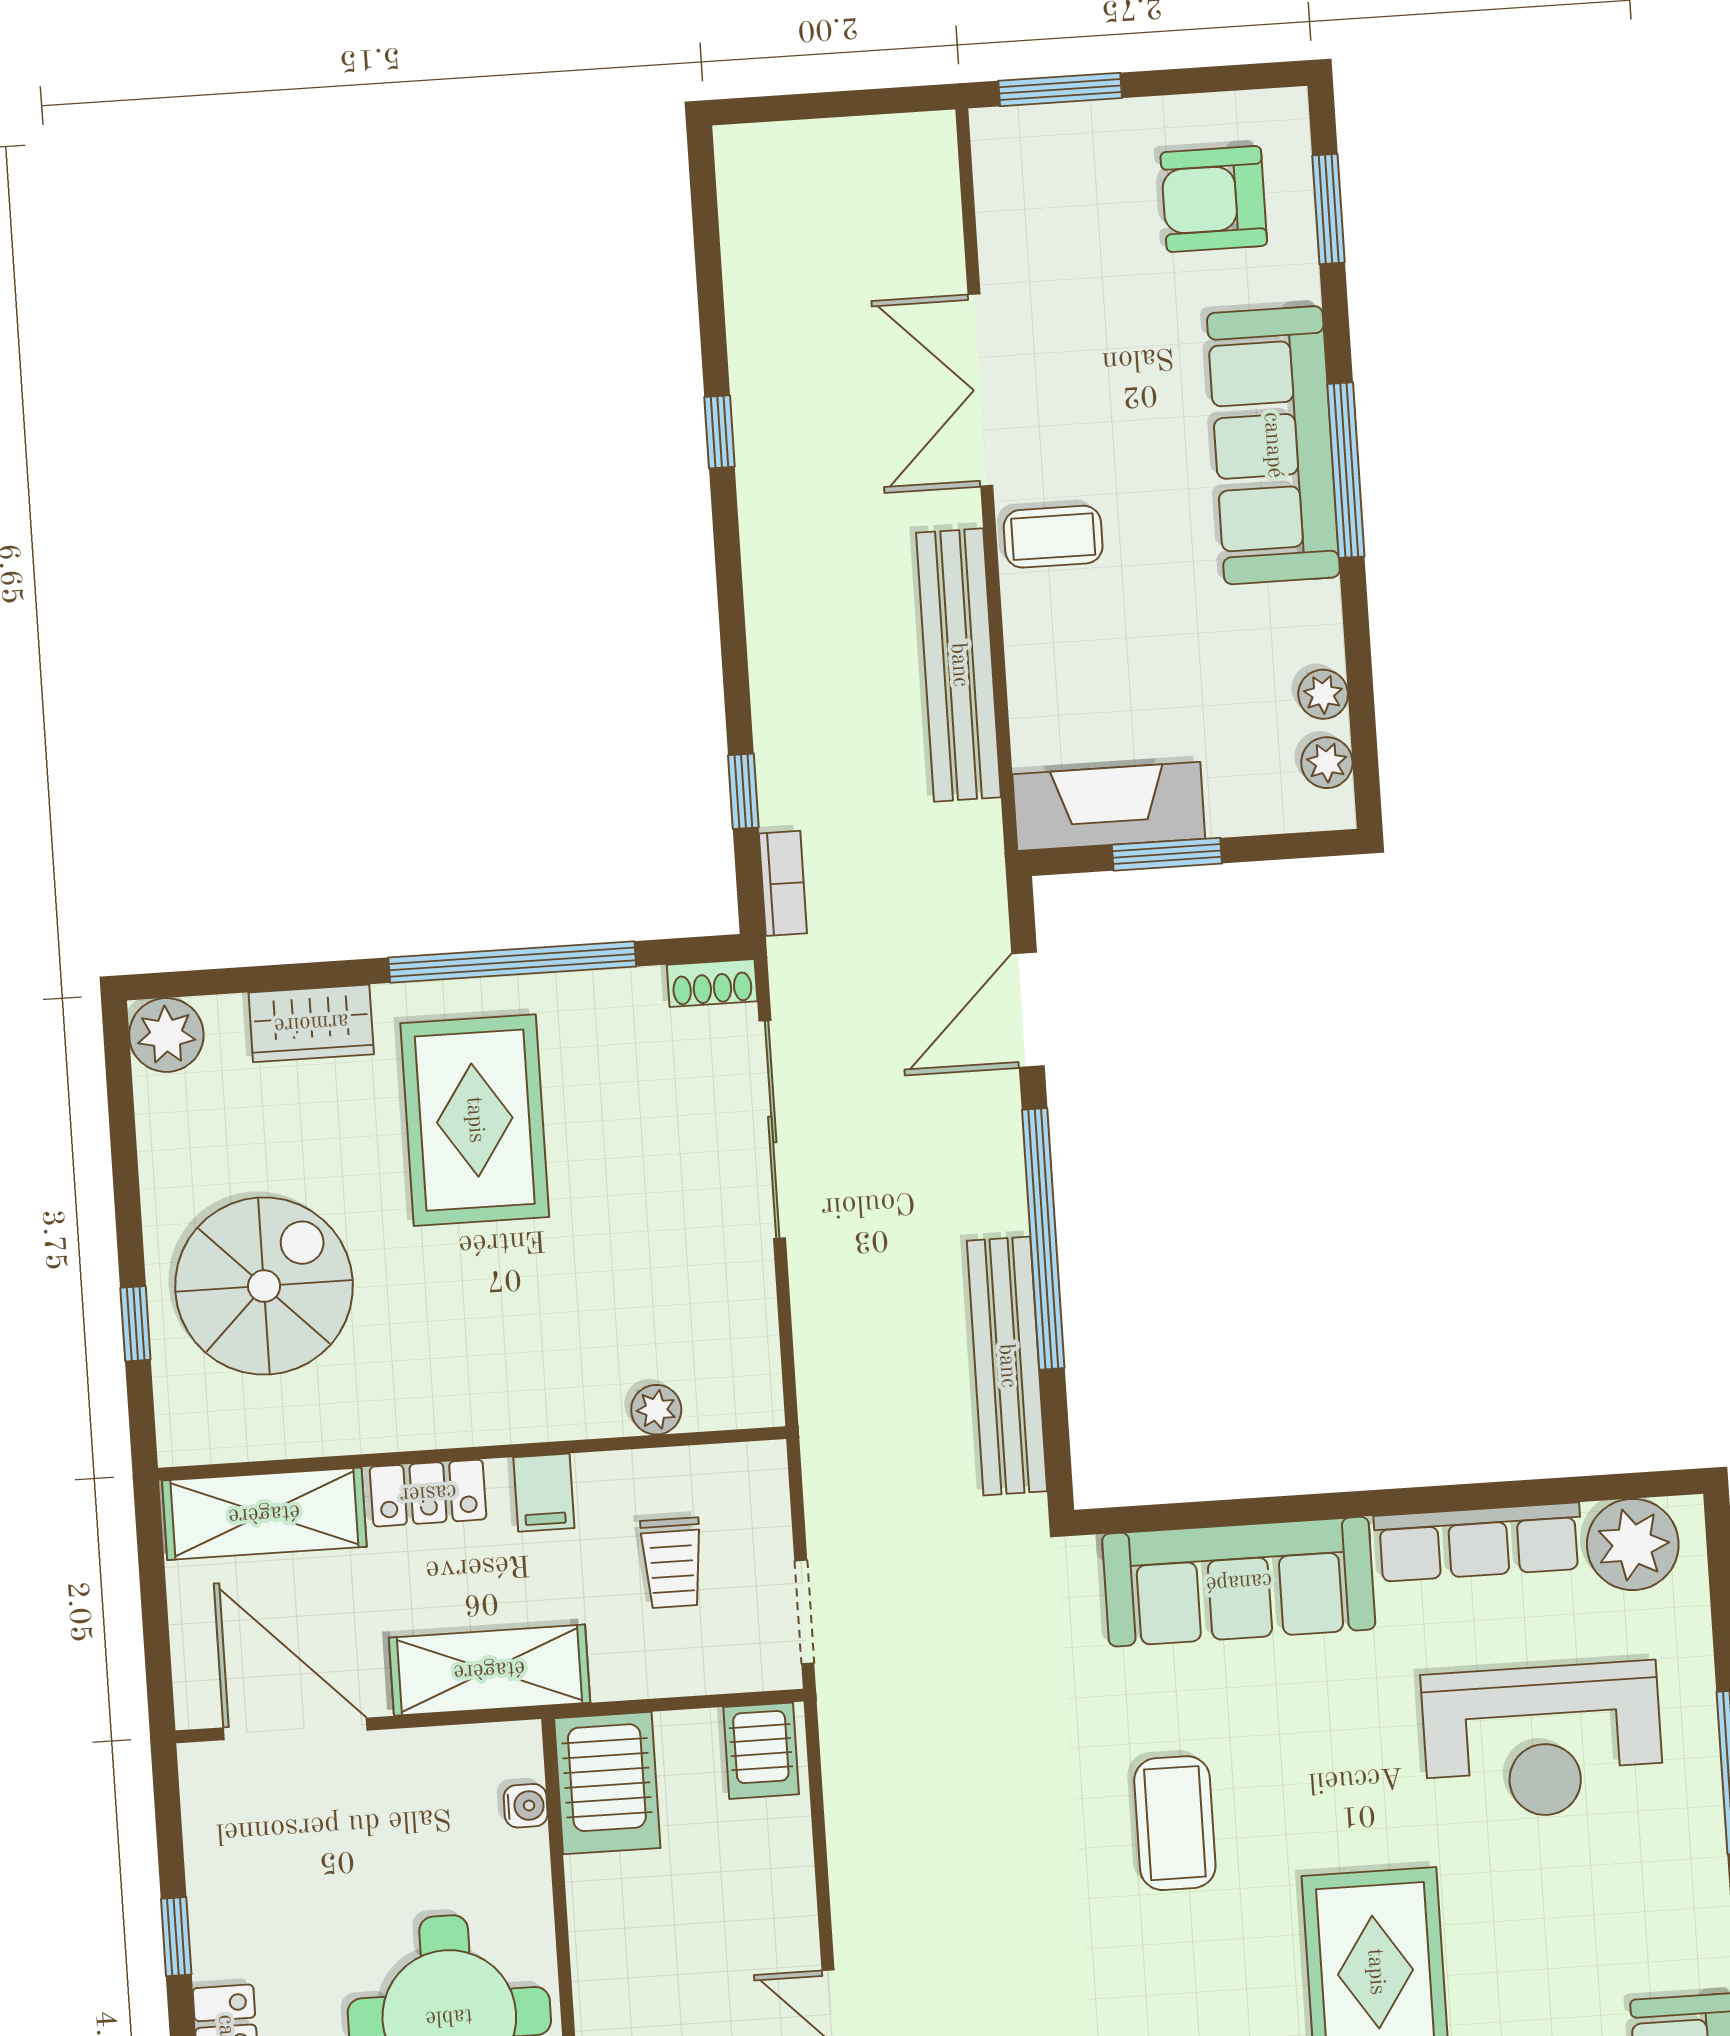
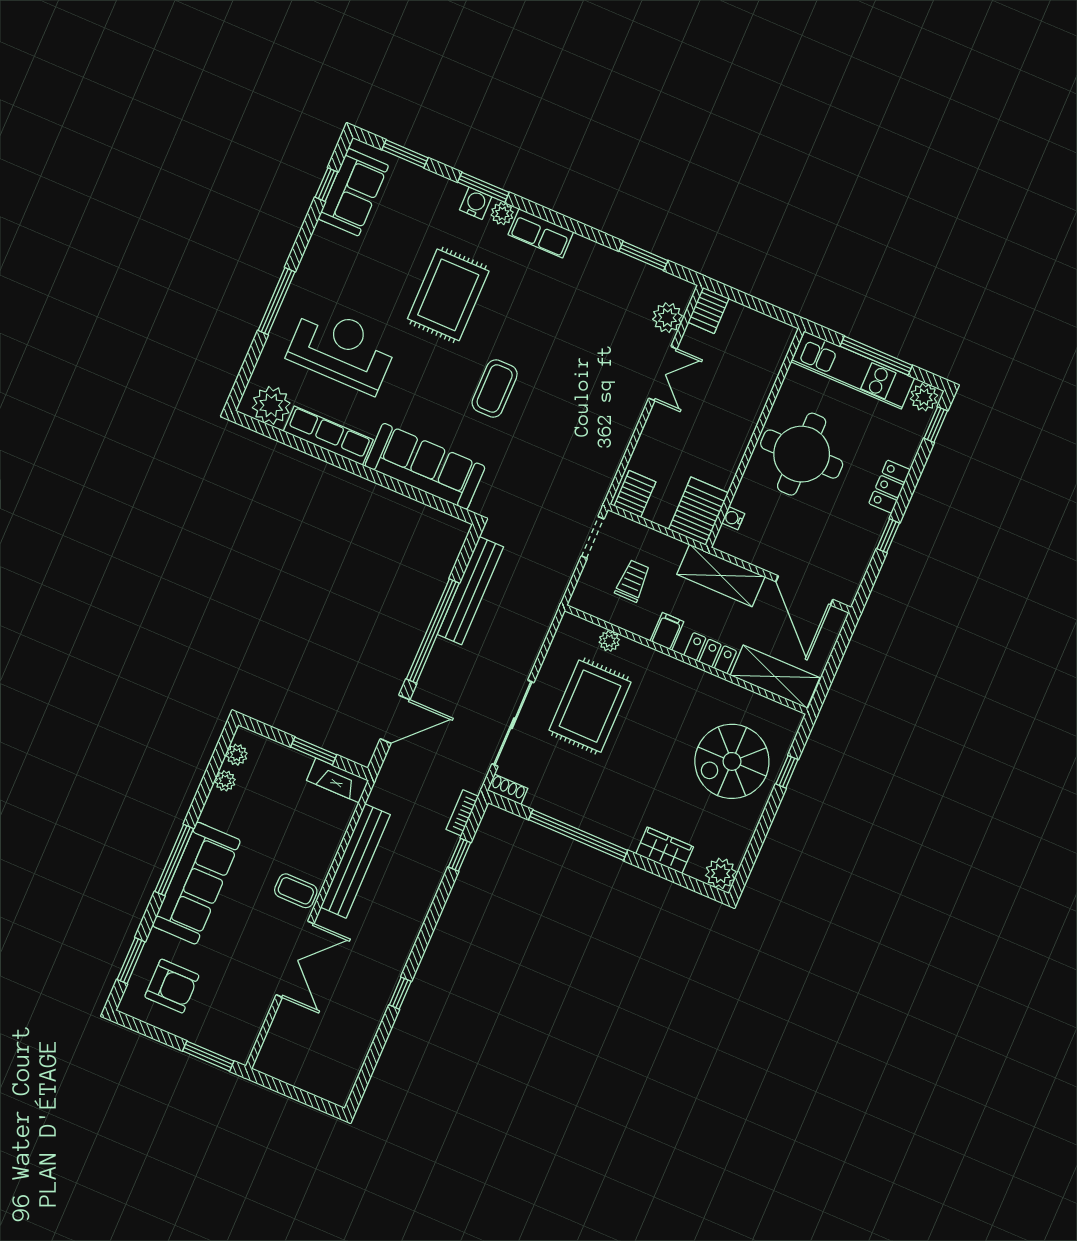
fireplace: (1109, 806) -> (338, 780), width x0.73, depth x0.76
rug: (475, 1120) -> (590, 706), moved

